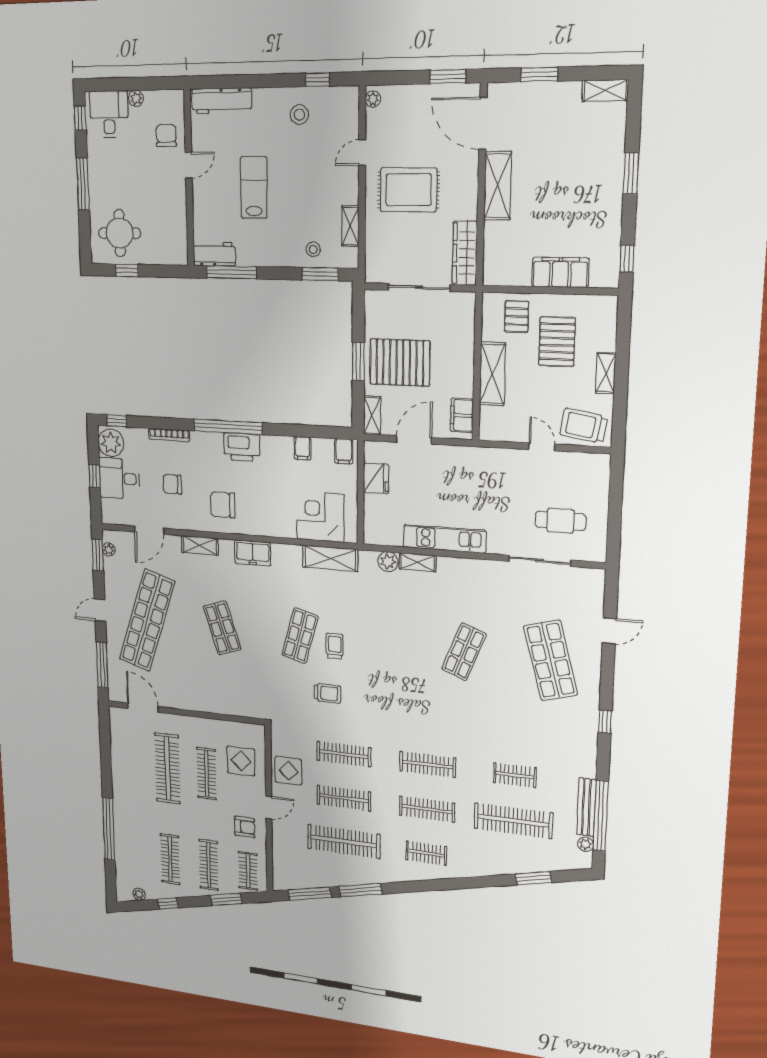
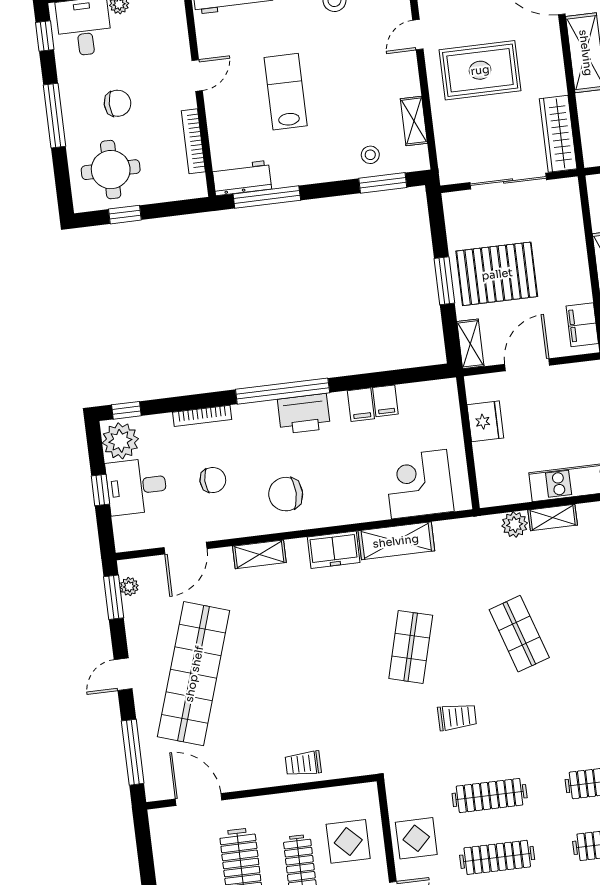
chair: (166, 136) -> (118, 103), moved, turned 90
bookcase: (181, 219) -> (193, 141), added
filing cabinet: (344, 451) -> (361, 405), moved
chair: (172, 484) -> (213, 480), turned 180
shelving: (330, 558) -> (396, 541), moved
shop shelf: (222, 628) -> (519, 634), moved
trolley: (335, 646) -> (303, 764), moved, turned -90

